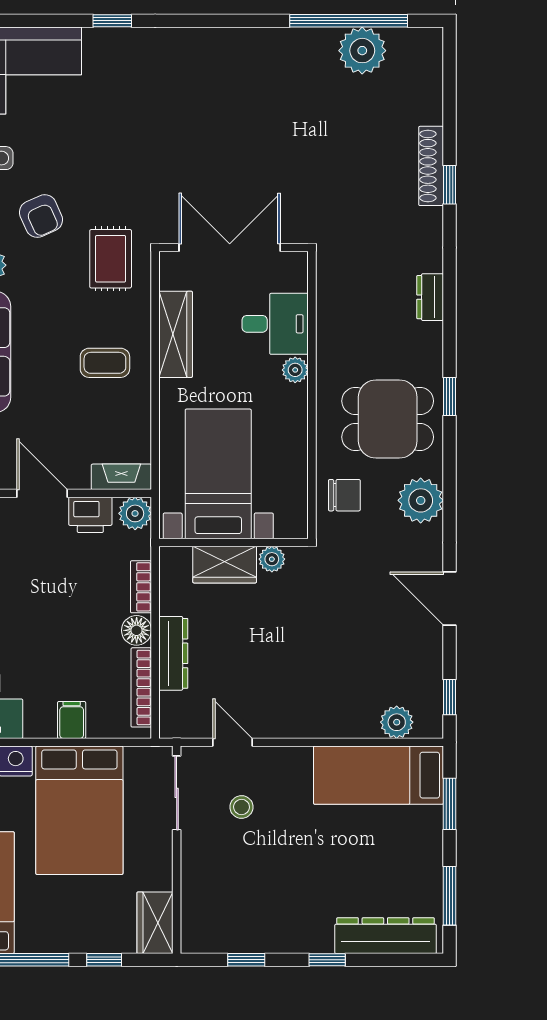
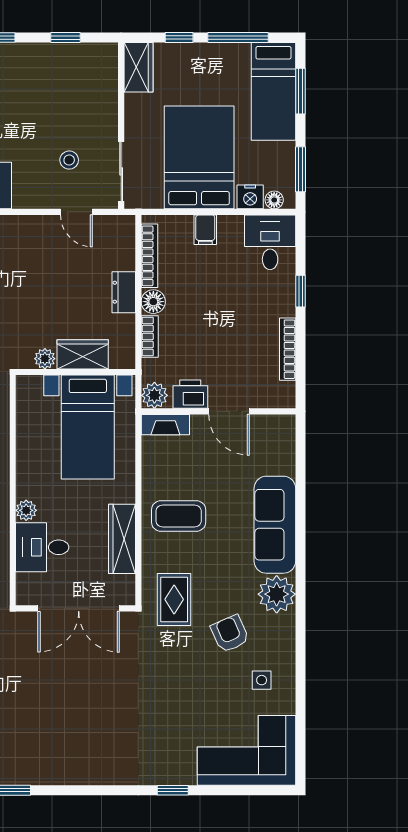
coffee table: (105, 363) -> (179, 516), width x1.36, depth x1.30
dresser: (173, 653) -> (124, 292), width x0.70

